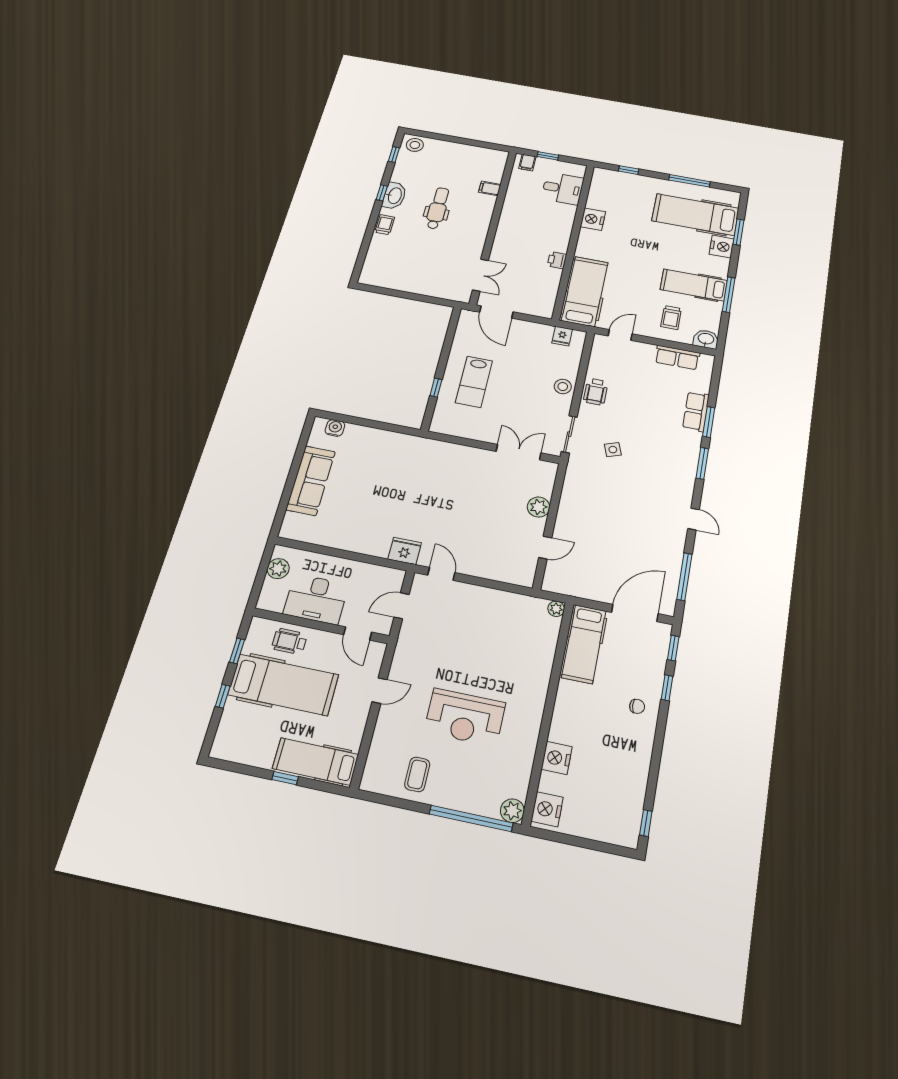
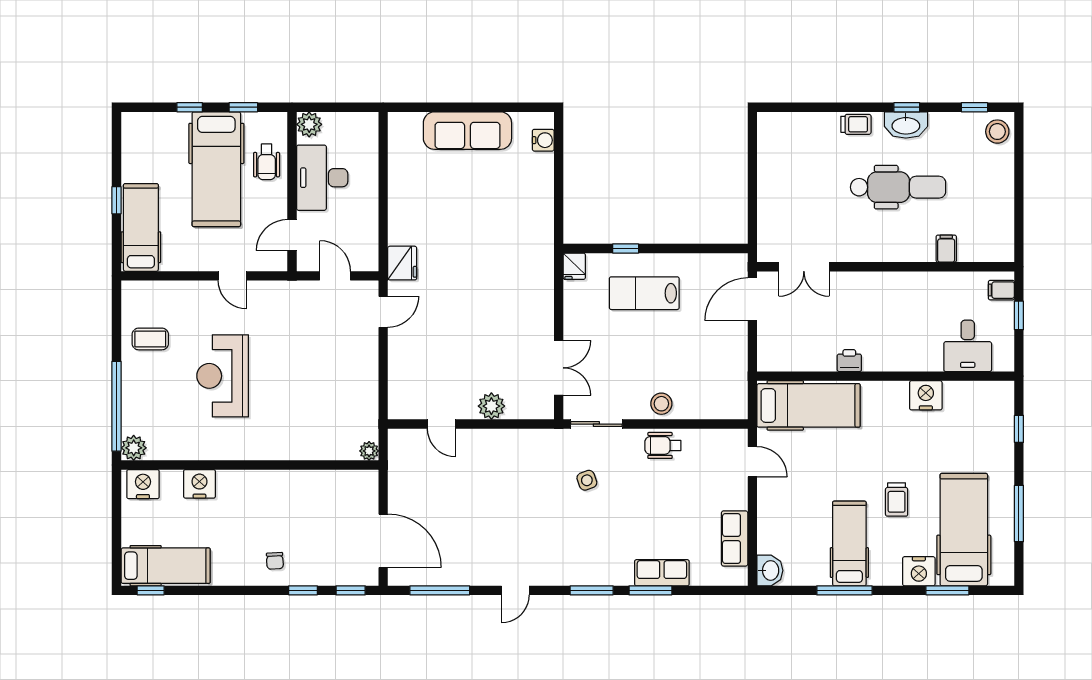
dental chair: (438, 208) -> (898, 187), width x1.36, depth x1.38
trolley: (671, 318) -> (897, 499), moved, turned -90
fridge: (562, 336) -> (574, 266), moved, turned -90
plant: (278, 569) -> (309, 124), moved
wheelchair: (289, 641) -> (267, 162), turned 180
hospital bed: (584, 644) -> (166, 566), moved, turned 180

